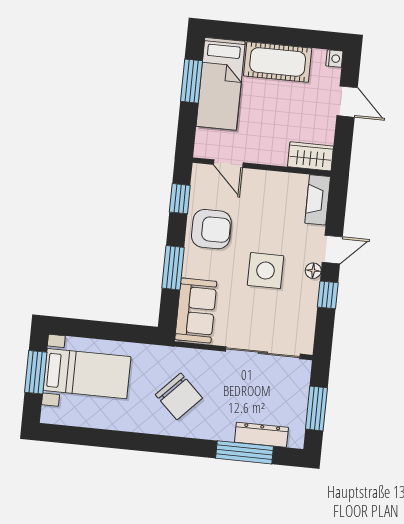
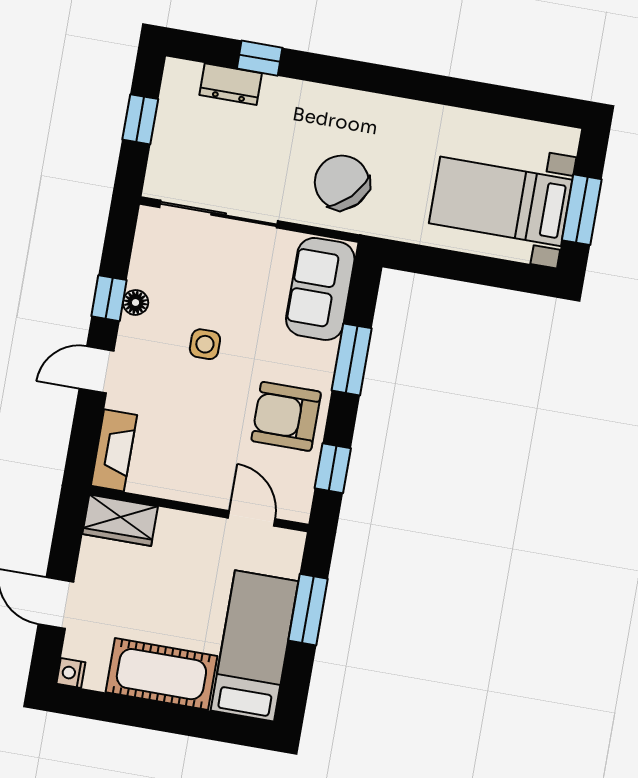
window: (192, 81) -> (308, 610), moved
side table: (266, 271) -> (205, 344), width x0.54, depth x0.54
floor lamp: (313, 271) -> (136, 302), moved
chair: (179, 396) -> (342, 182), moved
window: (316, 408) -> (140, 119), width x0.67
dresser: (261, 435) -> (231, 84), width x0.70
window: (244, 452) -> (260, 58), width x0.46

